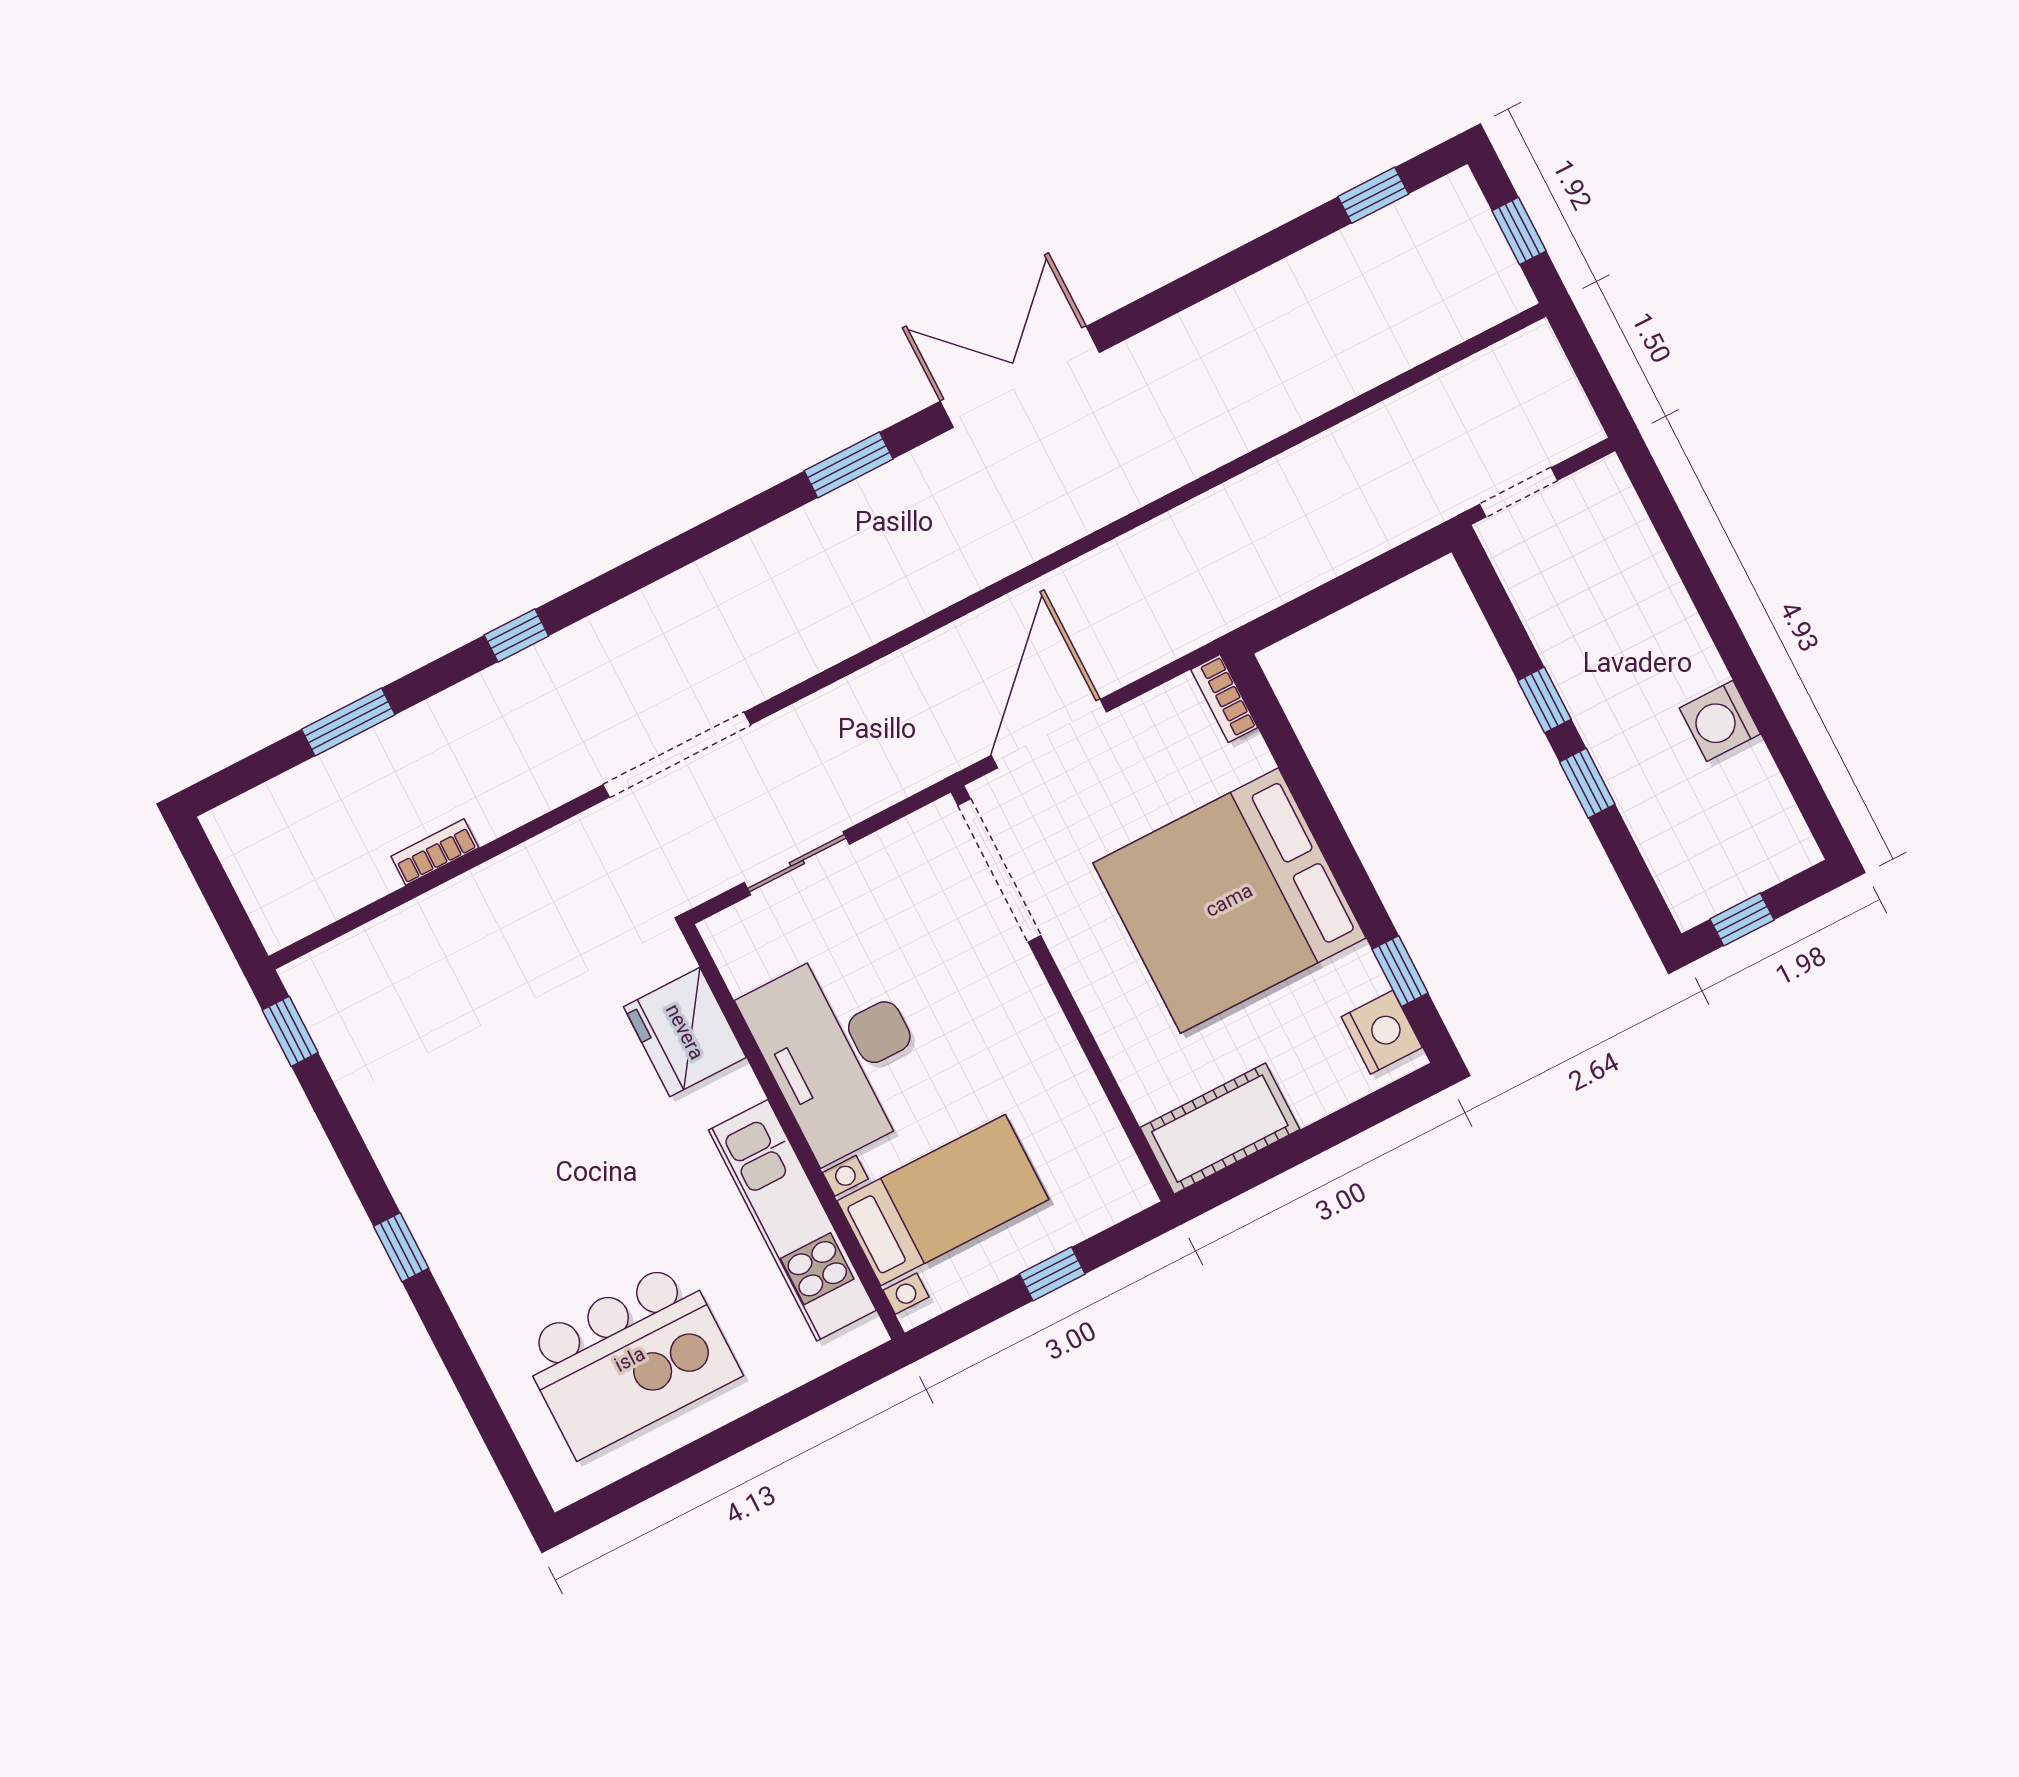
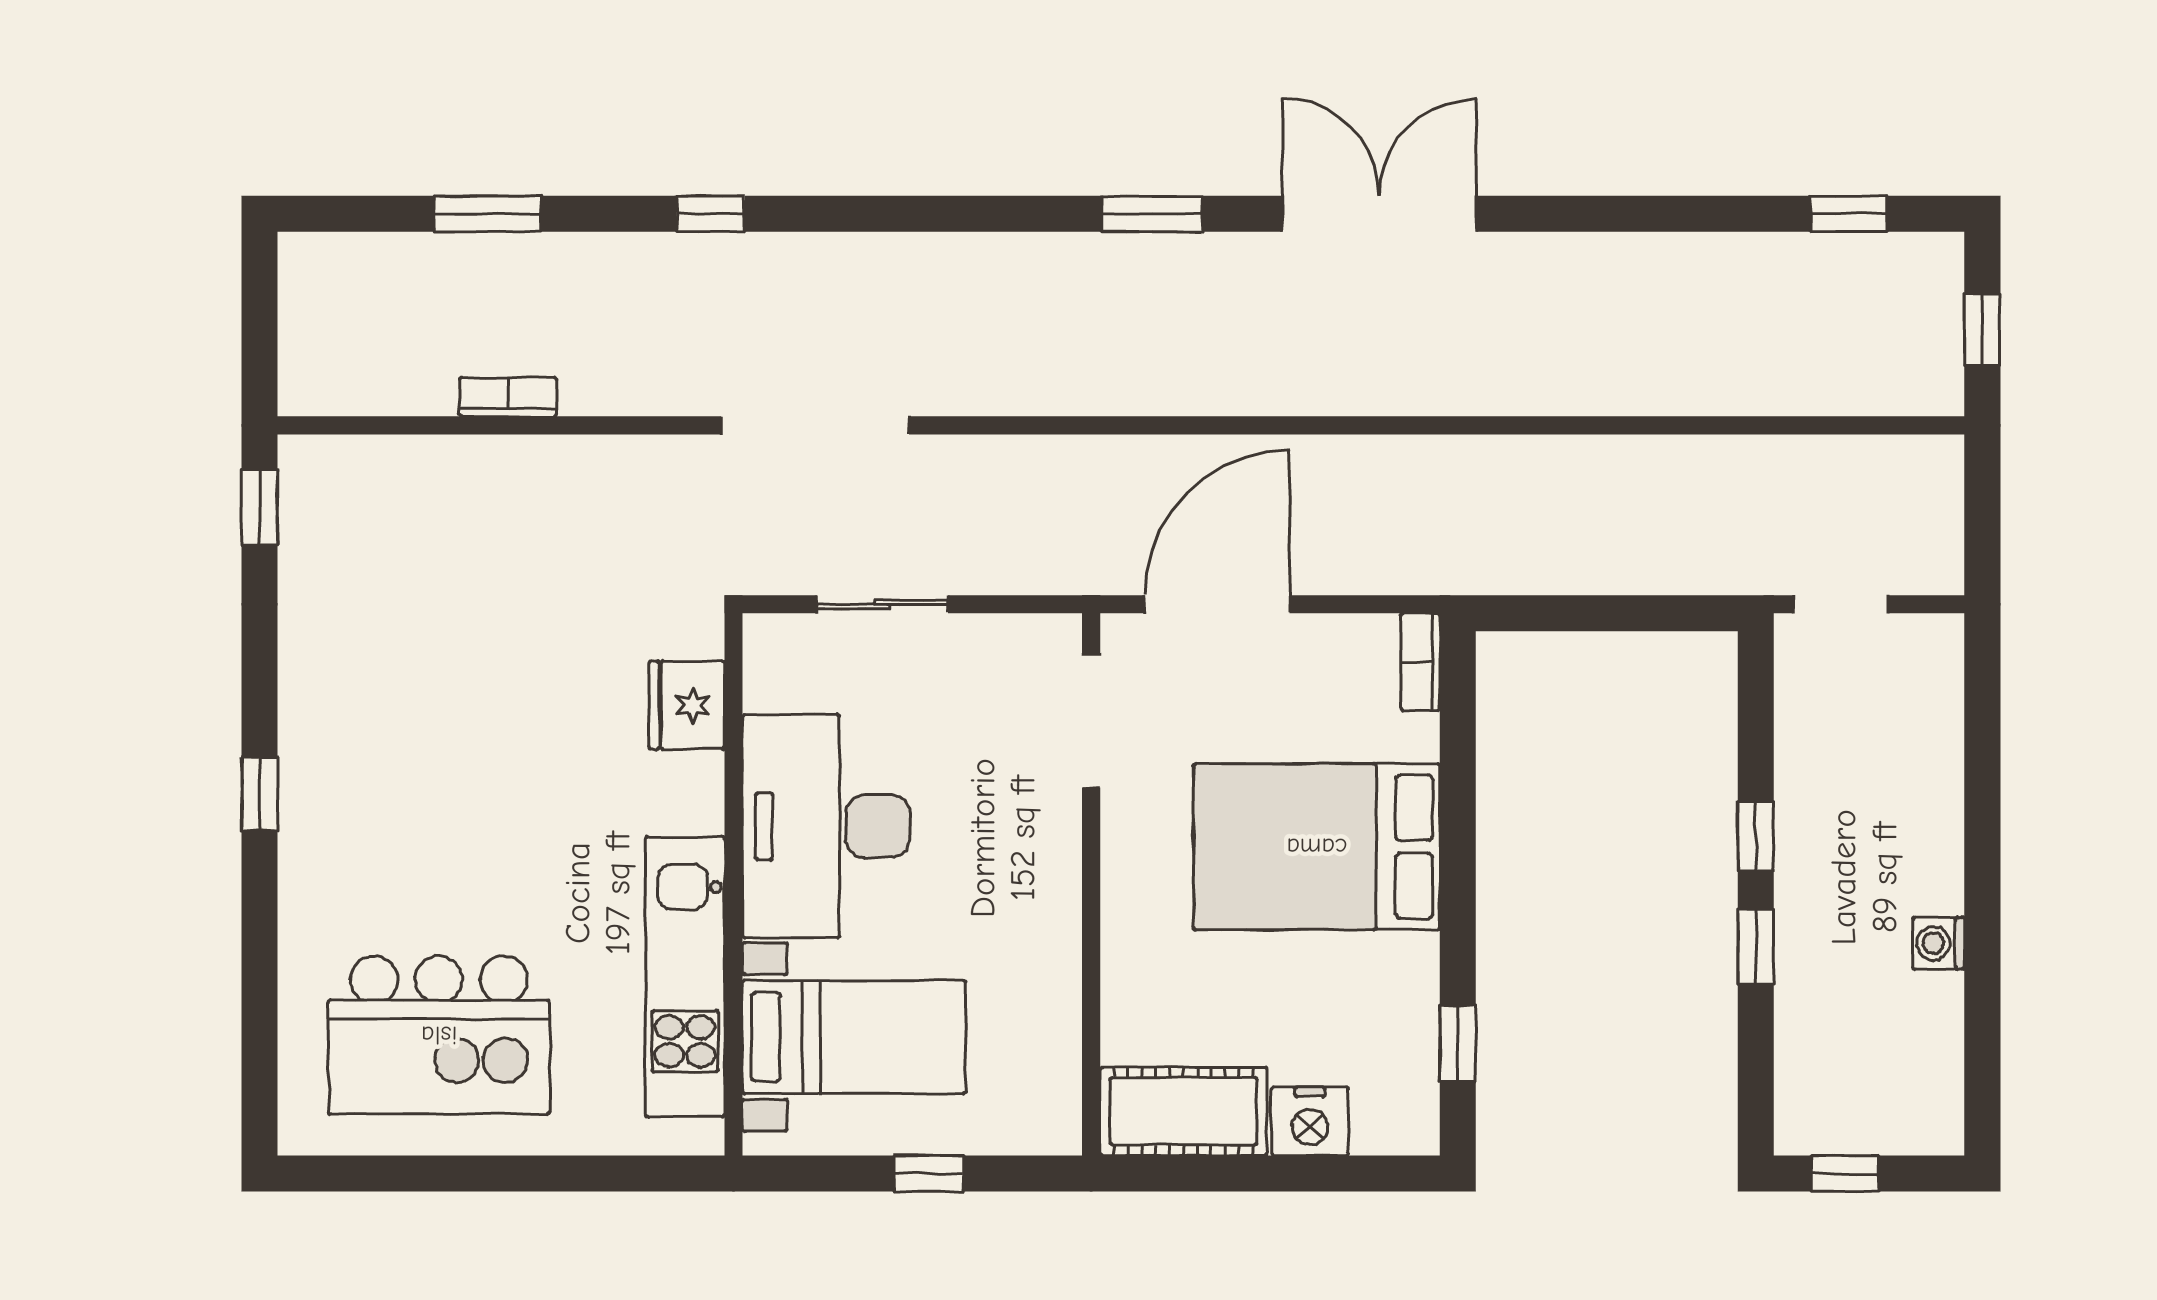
washing machine: (1720, 721) -> (1939, 943), width x0.73, depth x0.73
doorway: (999, 870) -> (1091, 721), width x0.73
bed: (1229, 900) -> (1317, 847), width x0.73
fridge: (685, 1032) -> (687, 705), width x0.73, depth x0.75
nightstand: (1382, 1032) -> (1310, 1121), moved, turned 90

